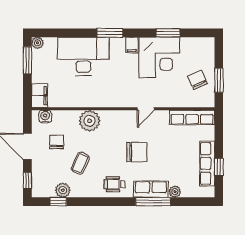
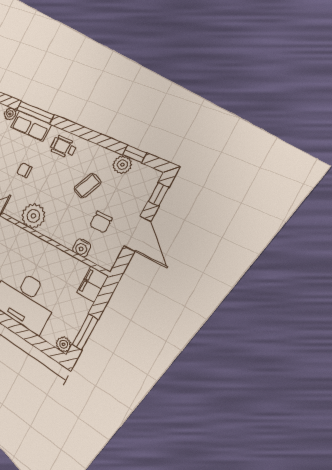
water cooler: (45, 117) -> (82, 248), moved
plant: (90, 121) -> (33, 216), moved
chair: (137, 152) -> (24, 170), width x0.54, depth x0.54
wheelchair: (115, 184) -> (63, 147), turned 180

